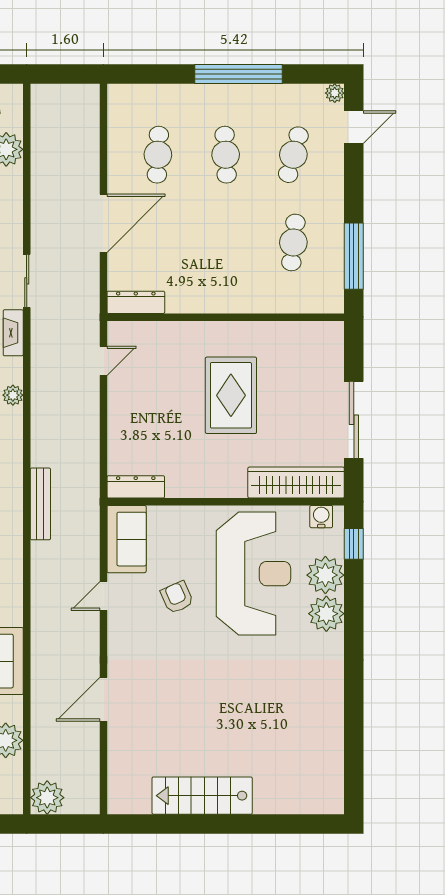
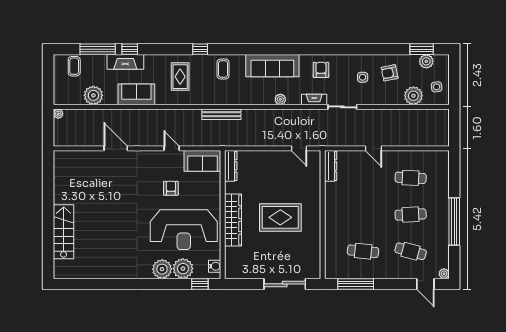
door: (103, 223) -> (373, 148), width x0.53
sliding door: (354, 420) -> (285, 284), moved
wardrobe: (296, 483) -> (233, 220), moved
armchair: (177, 597) -> (171, 188), turned -66
stairs: (202, 796) -> (64, 232), moved
plant: (47, 798) -> (58, 114), width x0.53, depth x0.53

